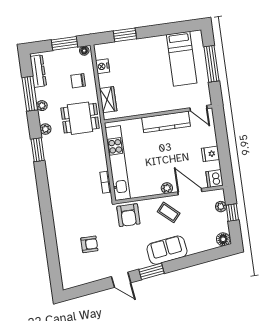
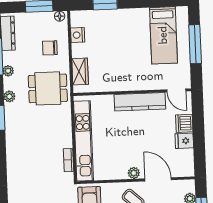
dishwasher: (215, 179) -> (184, 123), moved

